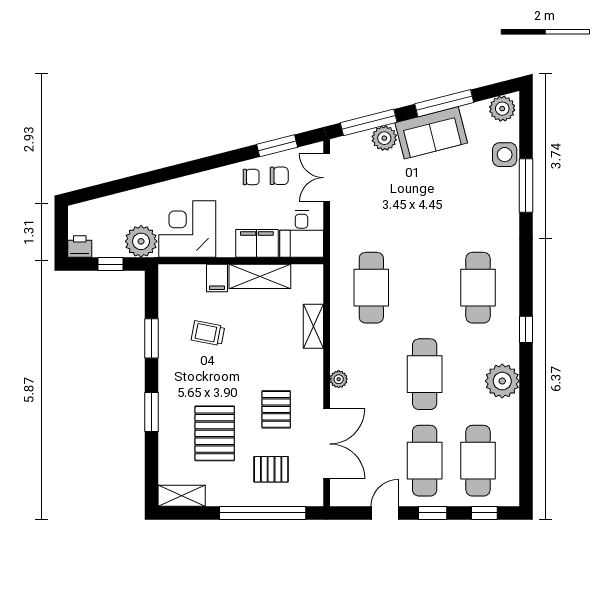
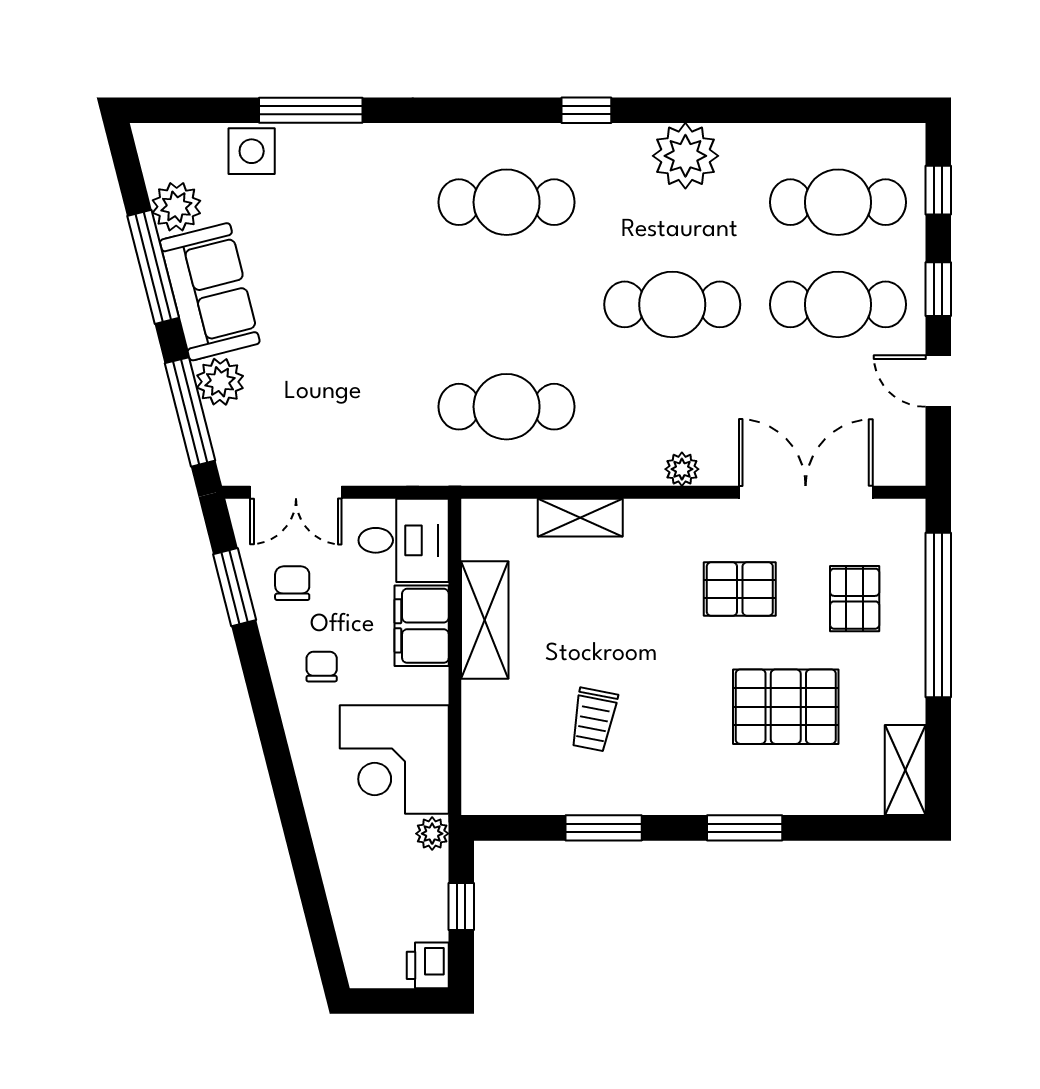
plant: (502, 109) -> (176, 207), moved
chair: (251, 177) -> (322, 667), moved
plant: (141, 241) -> (432, 834), width x0.53, depth x0.53
filing cabinet: (217, 278) -> (488, 702), removed

